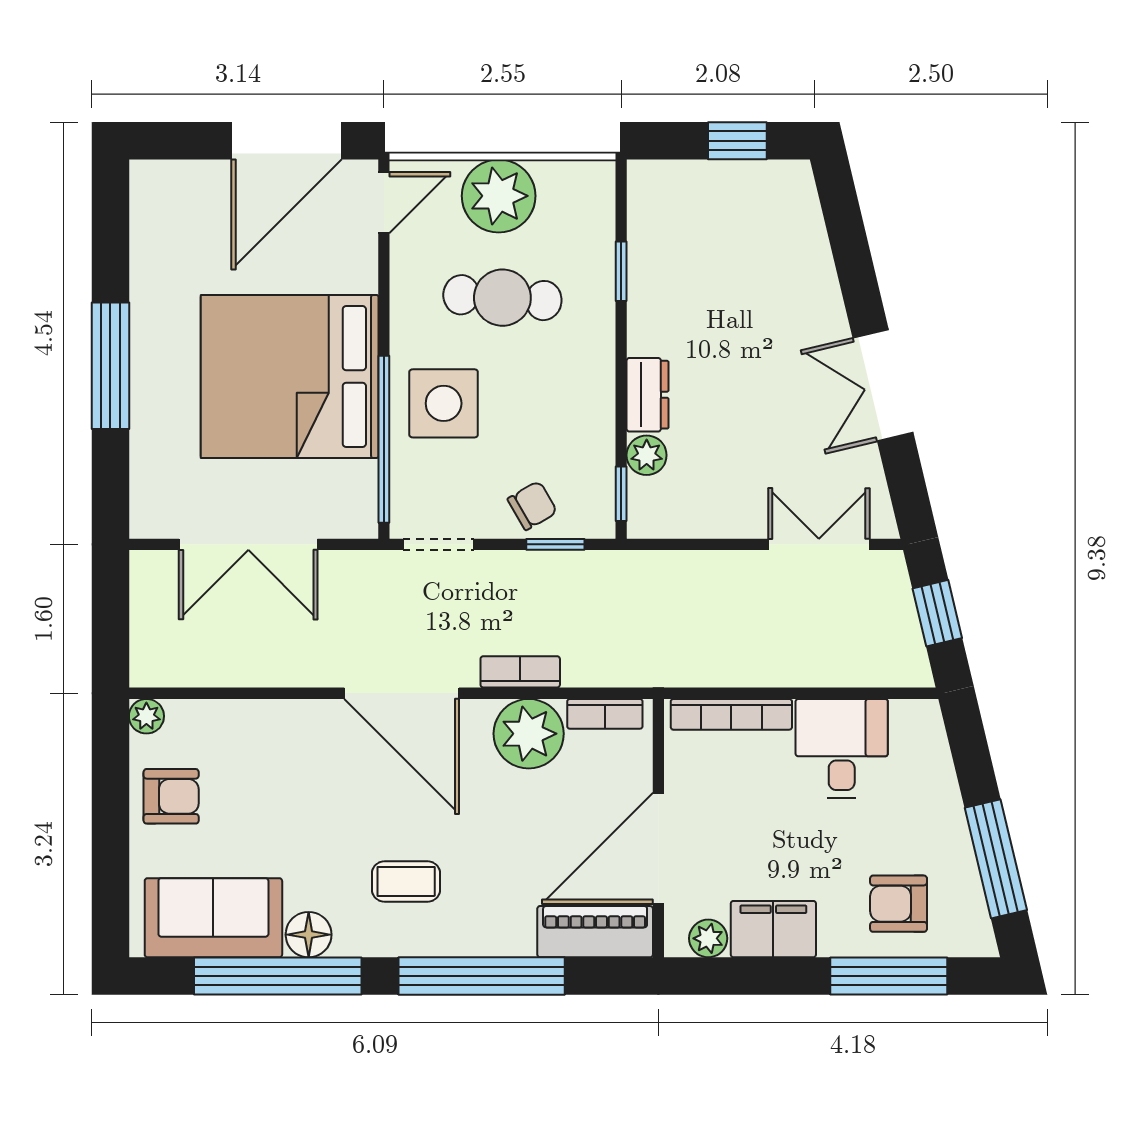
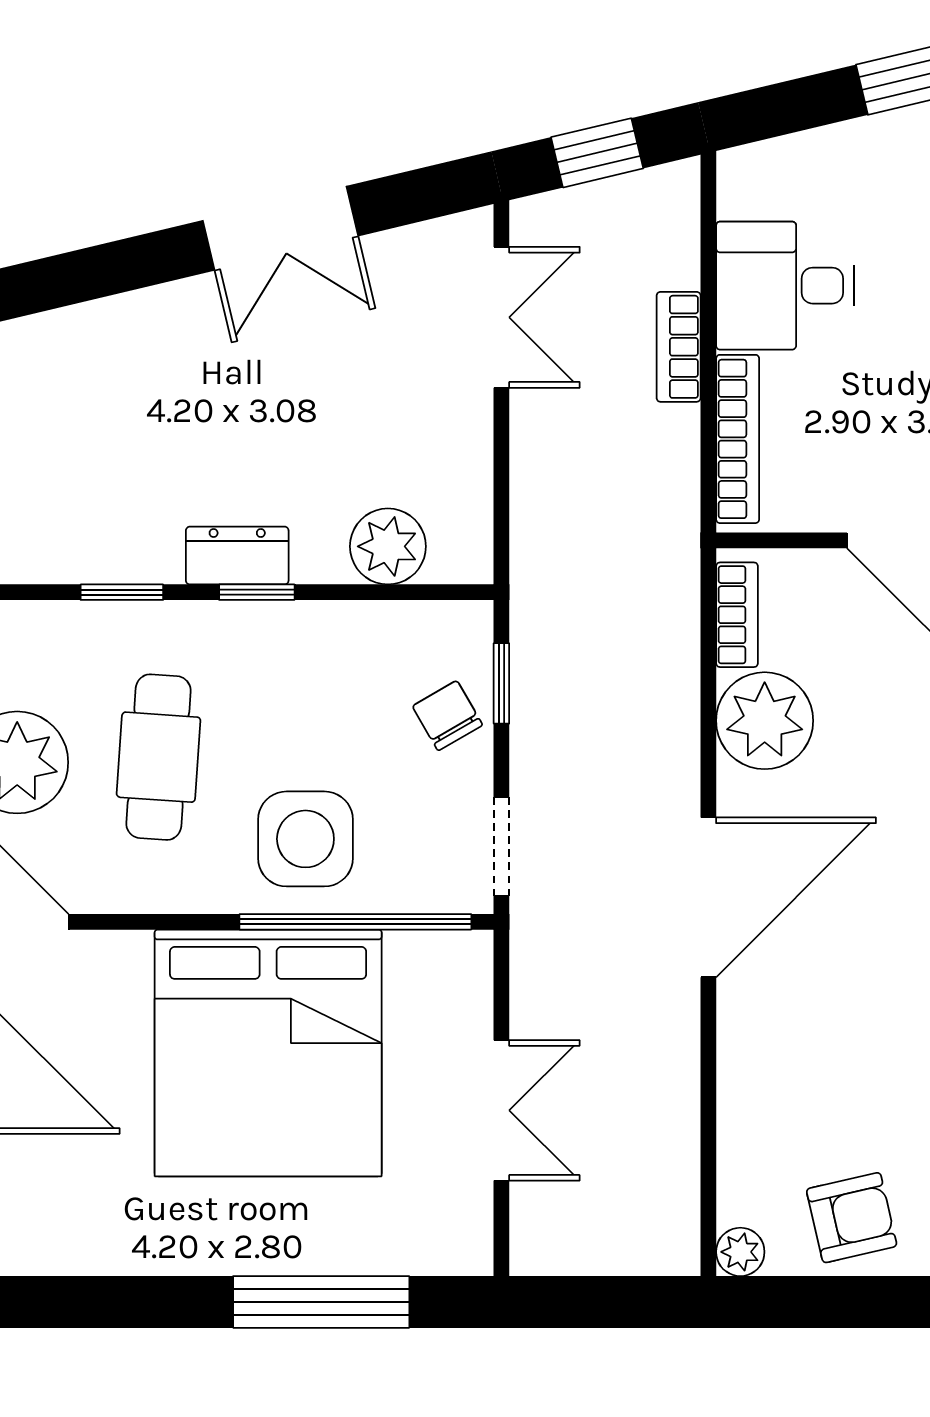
window: (110, 366) -> (321, 1302), moved
dresser: (647, 395) -> (237, 556), moved
plant: (647, 455) -> (388, 546), width x1.38, depth x1.38
window: (621, 494) -> (257, 592), moved
double door: (248, 544) -> (501, 1110), width x0.73
double door: (819, 544) -> (501, 317), swing flipped
bookcase: (520, 672) -> (679, 347), moved
armchair: (171, 796) -> (852, 1218), turned 77

